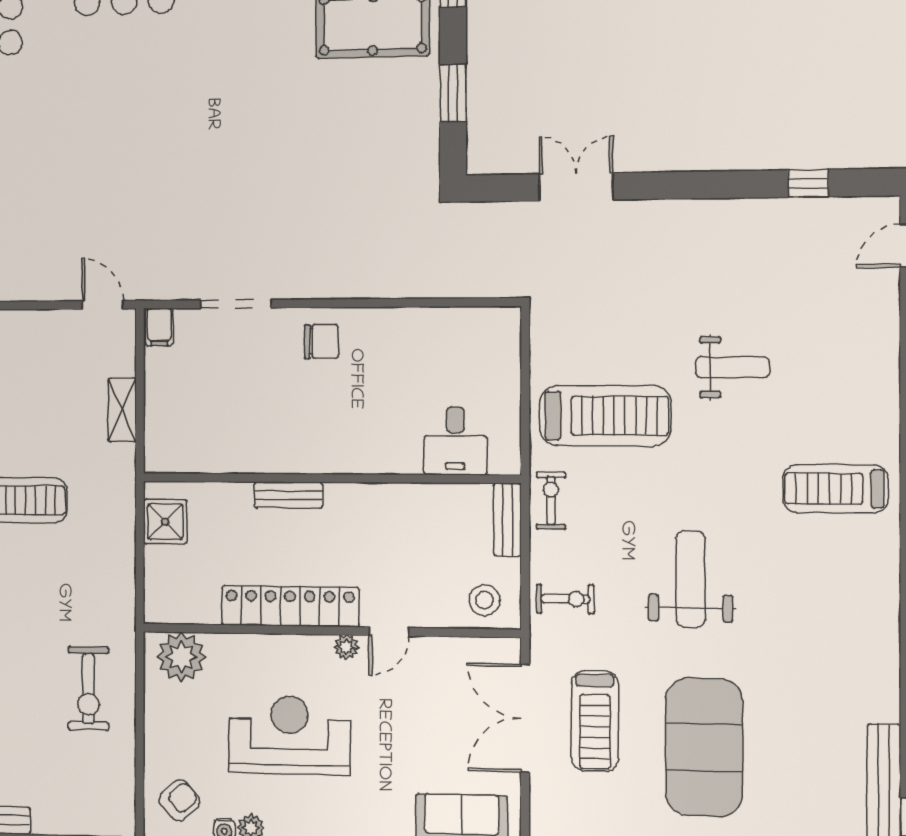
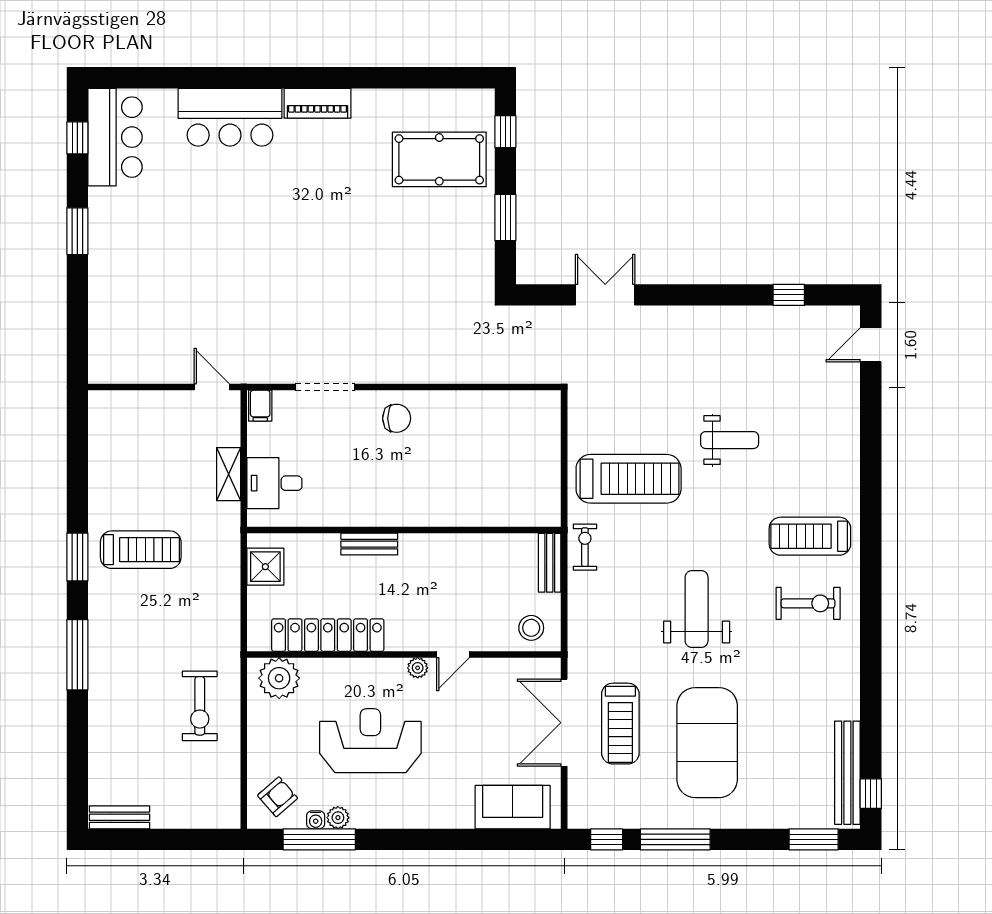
desk: (455, 441) -> (274, 483), moved, turned 90
exercise bike: (565, 599) -> (808, 603), moved, width x1.38, depth x1.39
locker: (290, 606) -> (328, 635), moved

